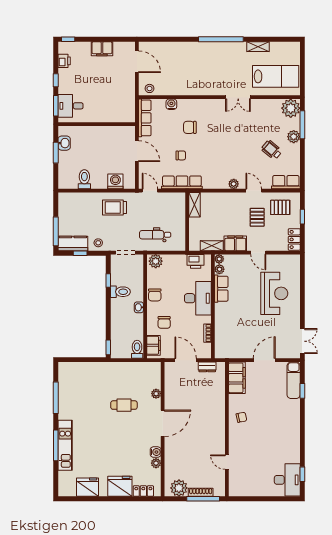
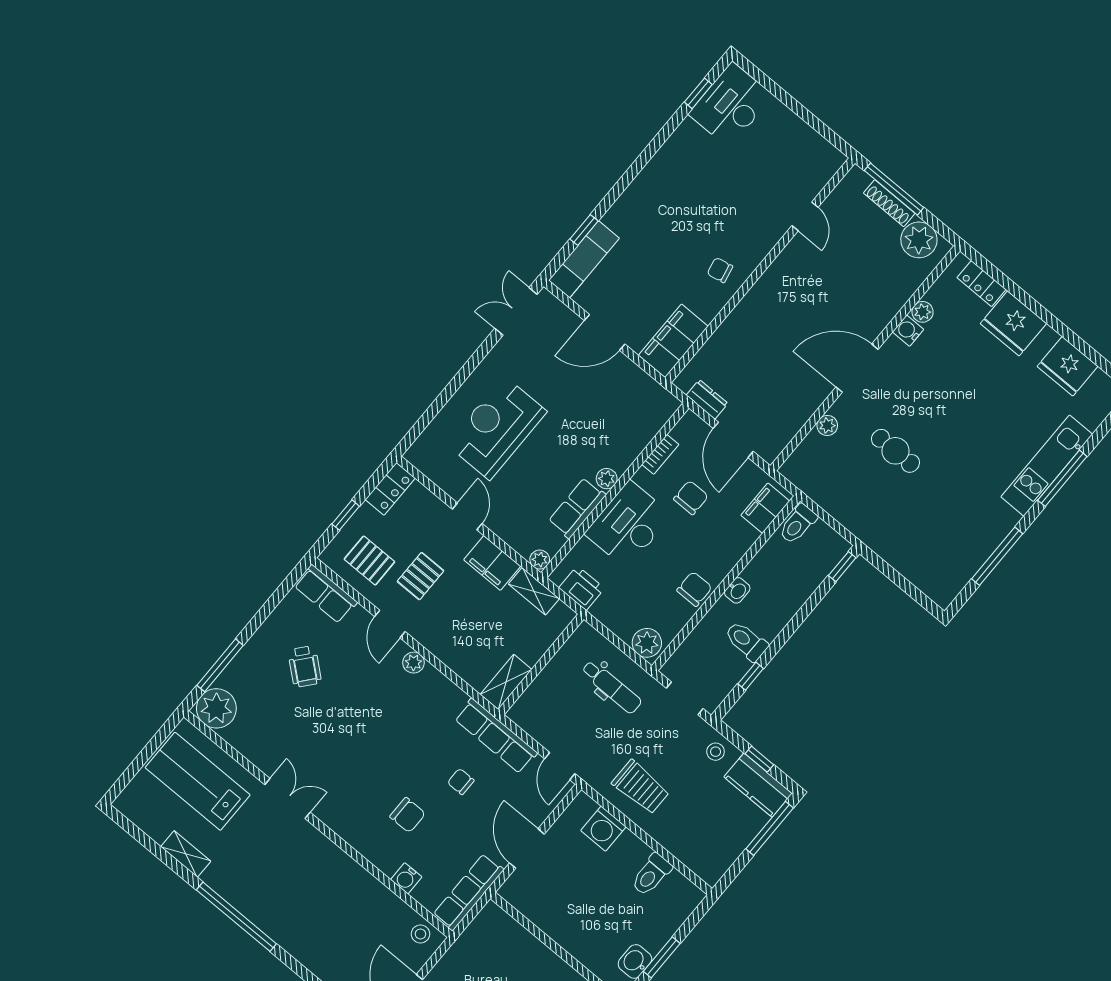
plant: (294, 137) -> (250, 658), removed
plant: (219, 269) -> (607, 479), moved
chair: (164, 322) -> (691, 498), moved

